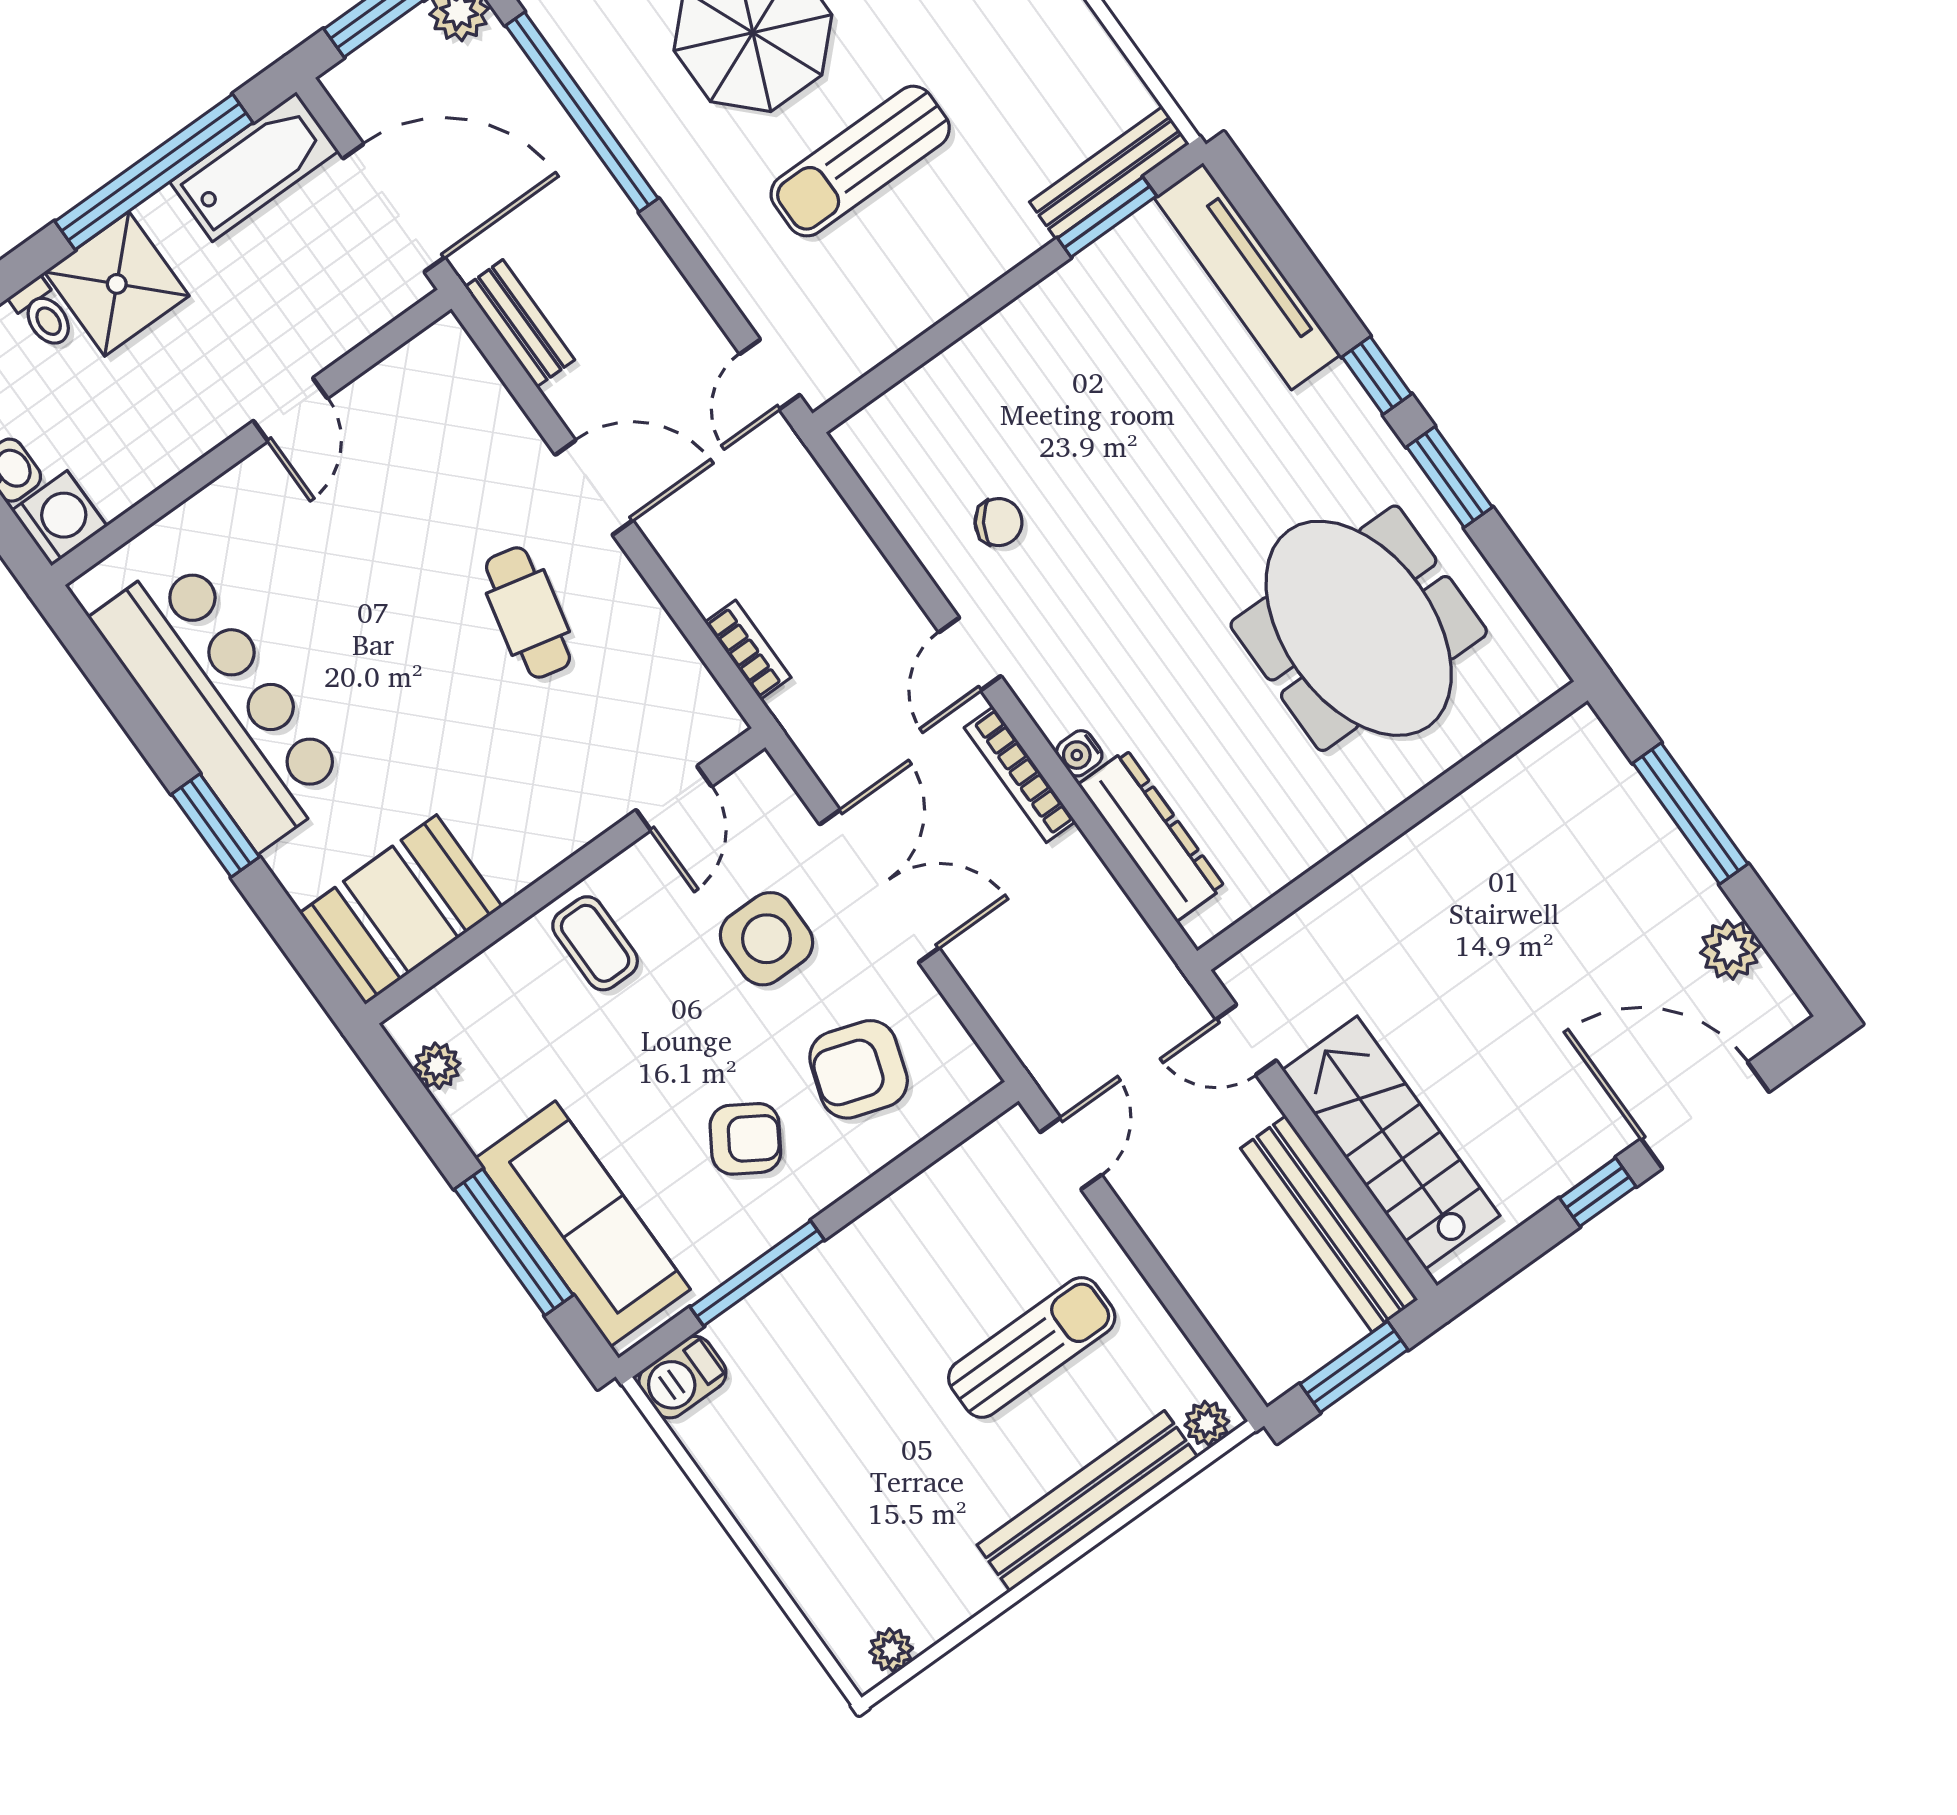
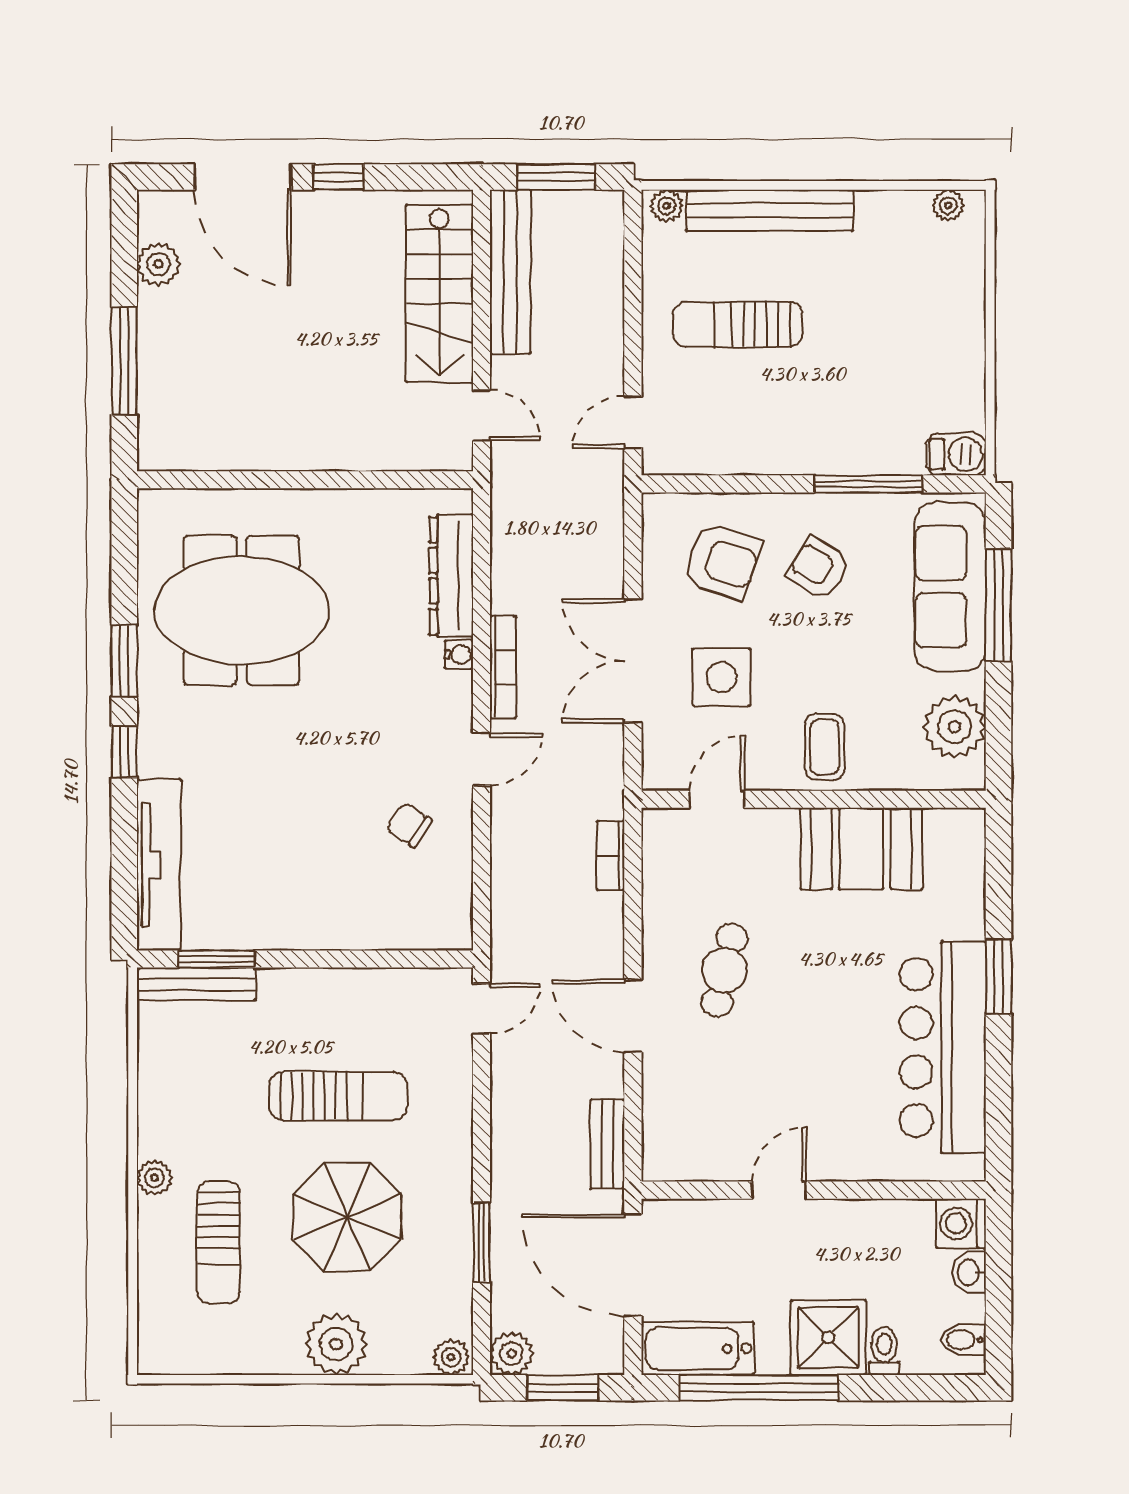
window: (582, 112) -> (482, 1242), width x0.47
meeting table: (1359, 628) -> (242, 610), turned 90
booth: (401, 910) -> (861, 849), moved
plant: (437, 1066) -> (955, 727), width x1.88, depth x1.88

